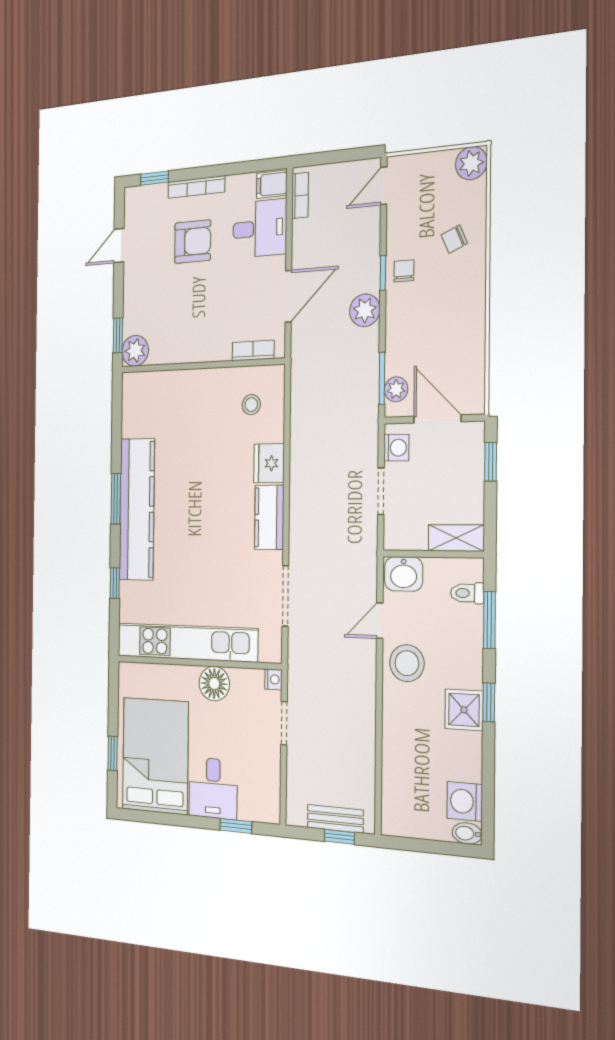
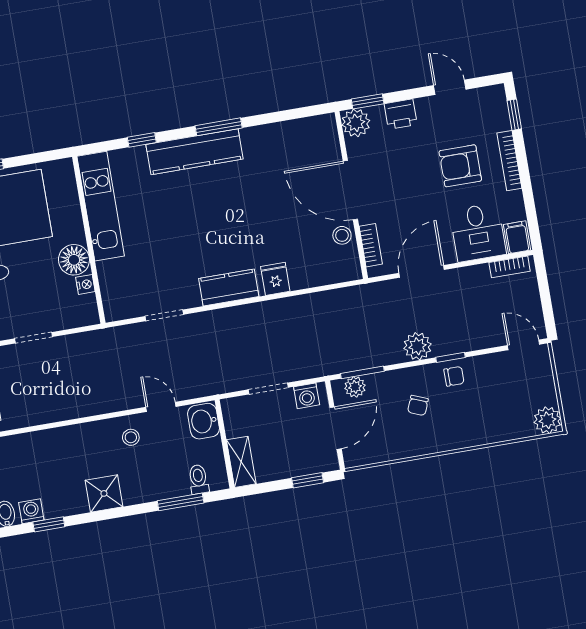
chair: (454, 239) -> (418, 405), moved, turned -134
armchair: (193, 242) -> (460, 166), turned 90
door: (288, 296) -> (422, 271), swing flipped
printer: (135, 301) -> (401, 114), added
door: (196, 366) -> (350, 190), added
stool: (251, 405) -> (342, 235), moved
fridge: (269, 463) -> (275, 279), width x0.72
kitchen counter: (137, 509) -> (195, 152), width x0.72, depth x0.86
doorway: (285, 596) -> (164, 315), width x0.73
kitchen unit: (187, 642) -> (101, 206), width x0.73
stool: (407, 663) -> (131, 437), width x0.53, depth x0.53
nightstand: (273, 679) -> (85, 284), moved, turned -90
window: (489, 702) -> (49, 524), moved
doorway: (284, 723) -> (34, 338), moved
washing machine: (465, 801) -> (31, 511), width x0.73, depth x0.73

